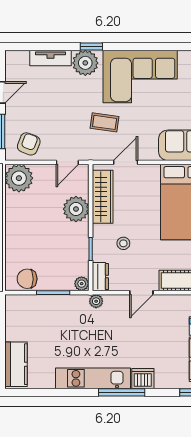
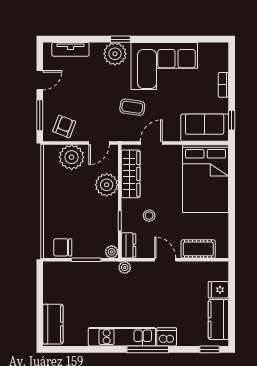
tv unit: (50, 58) -> (70, 49), moved
plant: (19, 178) -> (72, 157), moved
door: (141, 293) -> (165, 260), swing flipped

